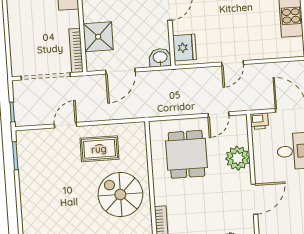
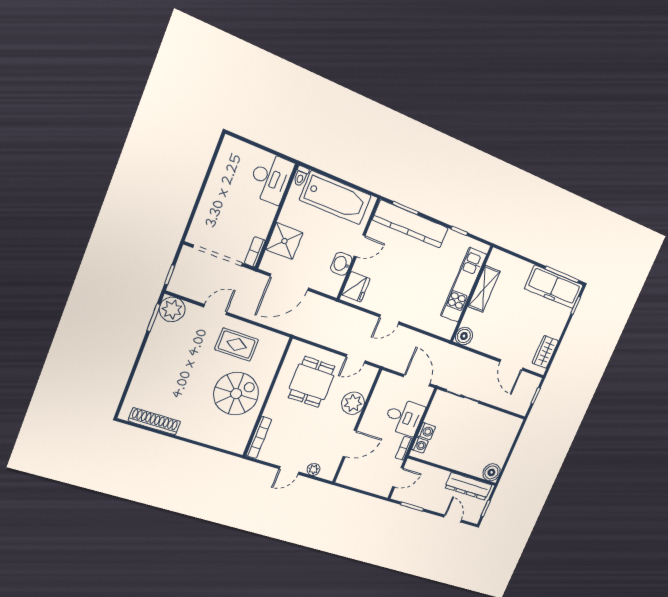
bookcase: (76, 50) -> (255, 252), width x0.64
washbasin: (160, 58) -> (341, 264), moved, turned -90
door: (120, 71) -> (289, 282), width x1.36
printer: (259, 121) -> (386, 379), removed
plant: (28, 141) -> (172, 309), added
spiral stairs: (120, 195) -> (236, 394), turned 90

